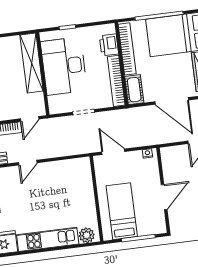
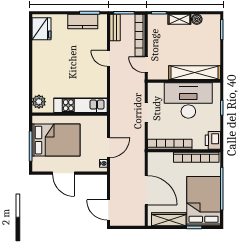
printer: (109, 45) -> (213, 140), moved, turned -90
cot: (134, 90) -> (160, 159), removed
door: (172, 101) -> (146, 190), swing flipped
door: (113, 152) -> (108, 148), moved
bed: (122, 211) -> (56, 140), width x1.50
kitchen unit: (48, 239) -> (81, 105), moved, turned -90

